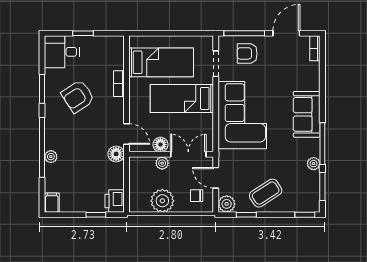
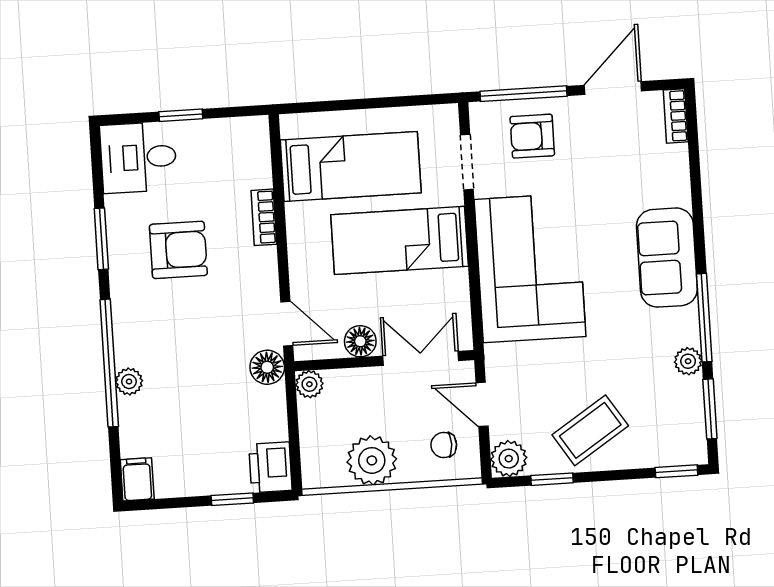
armchair: (78, 96) -> (178, 250), turned -147
plant: (162, 163) -> (309, 384), moved

